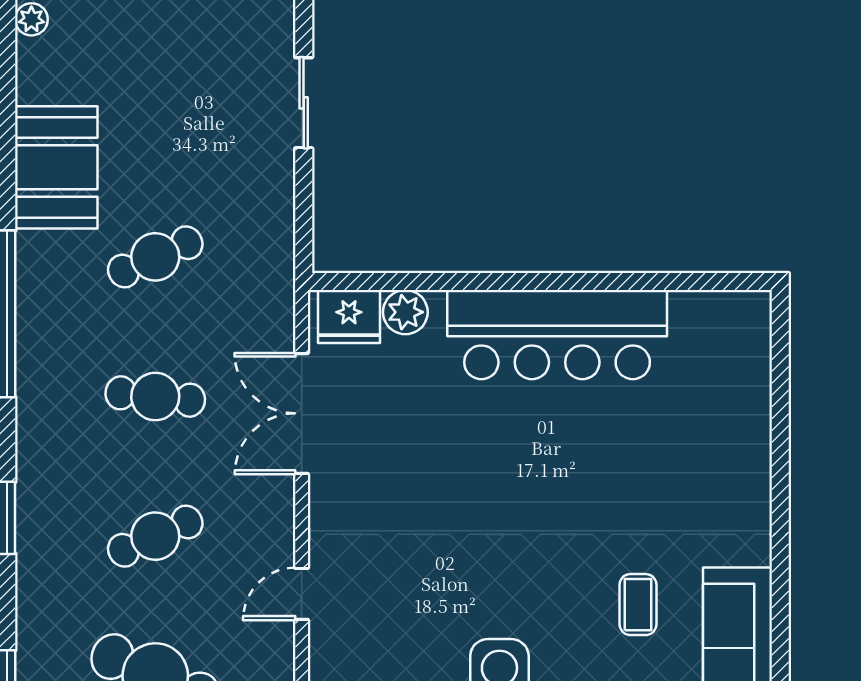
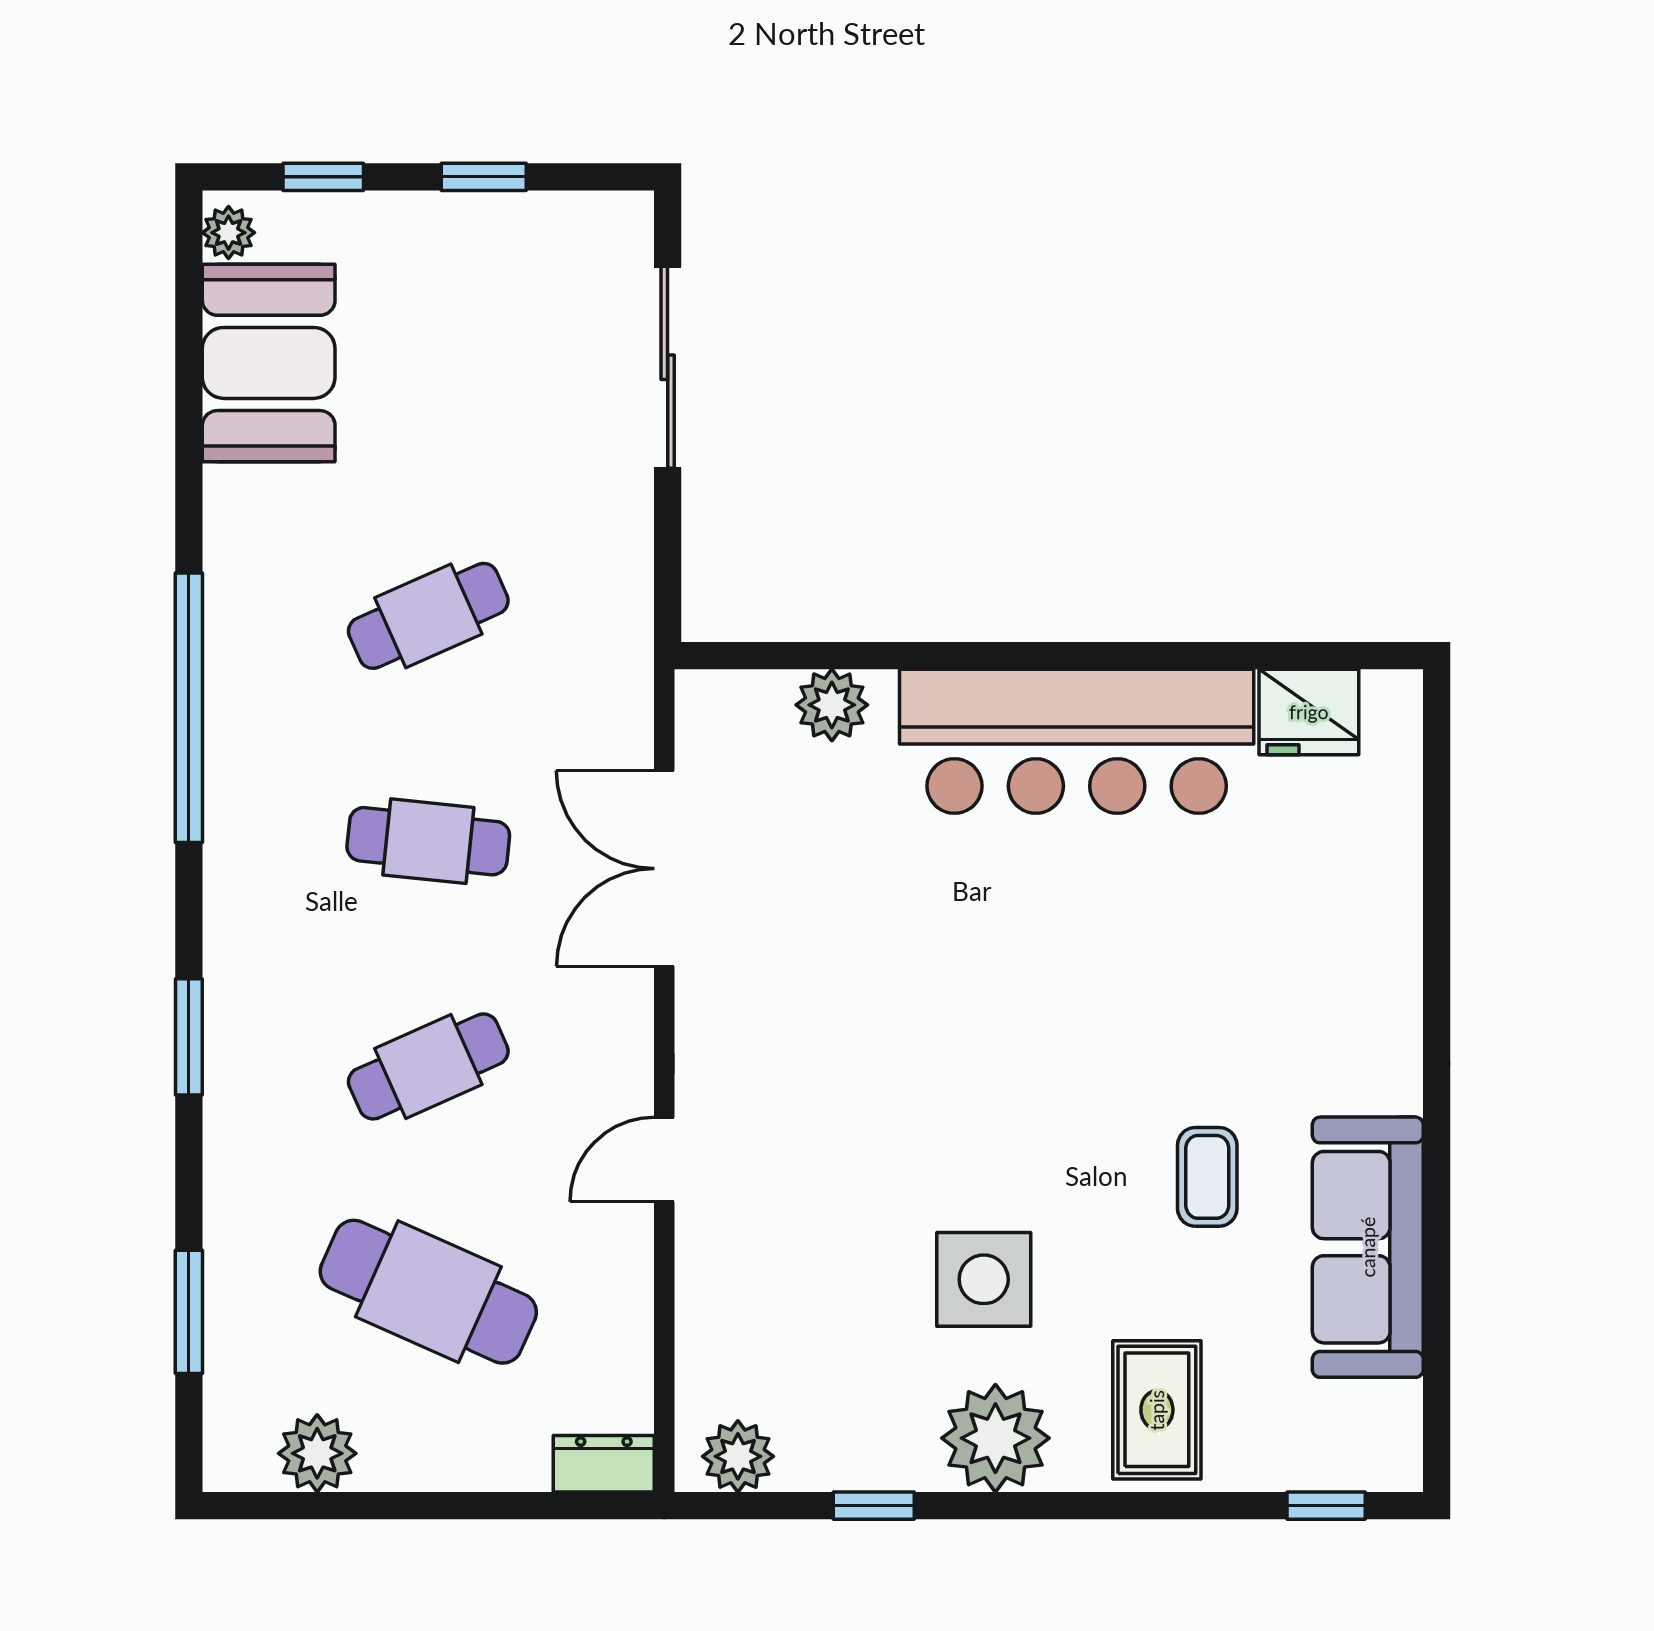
sliding door: (304, 103) -> (668, 367), width x1.37
booth: (56, 167) -> (269, 363), moved
fridge: (349, 316) -> (1309, 712), moved

